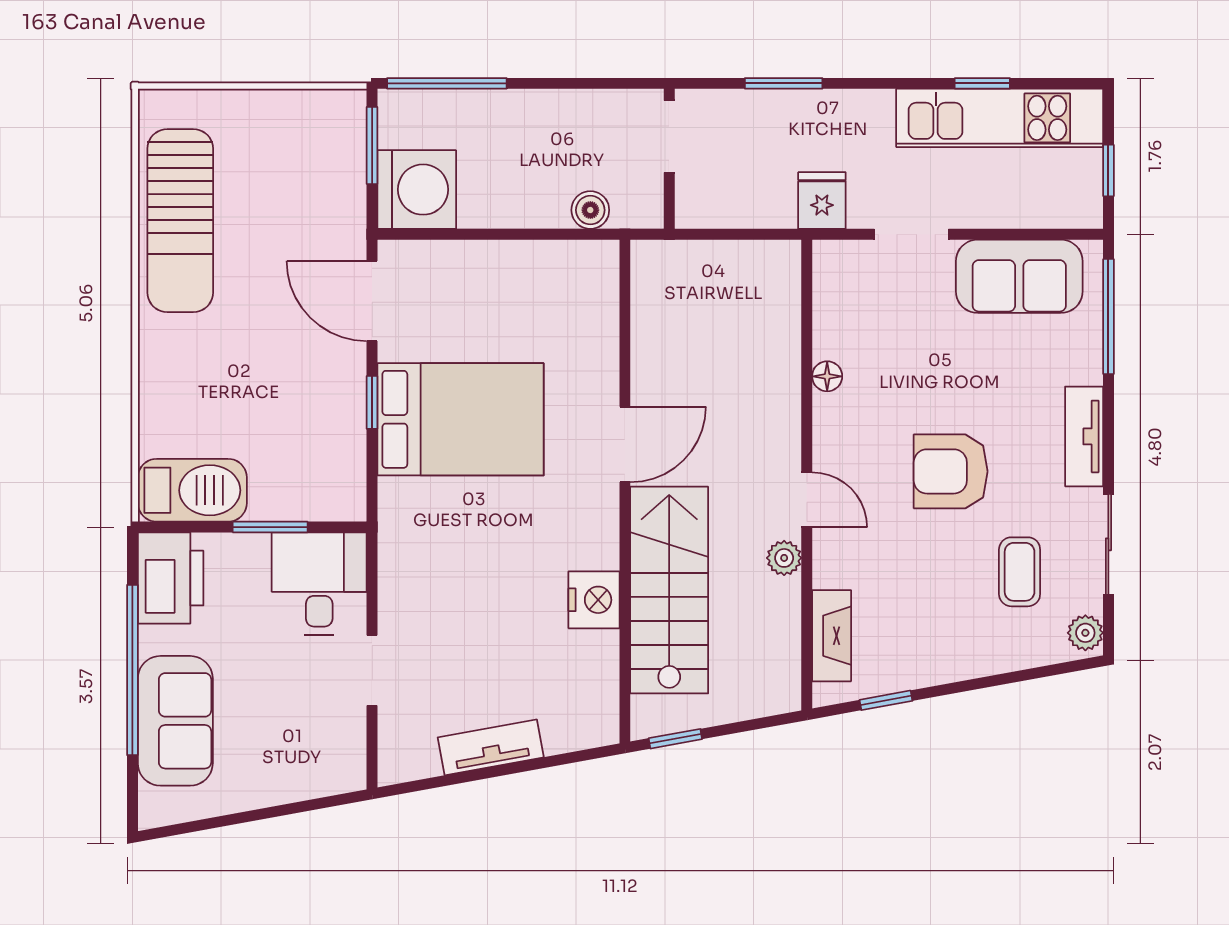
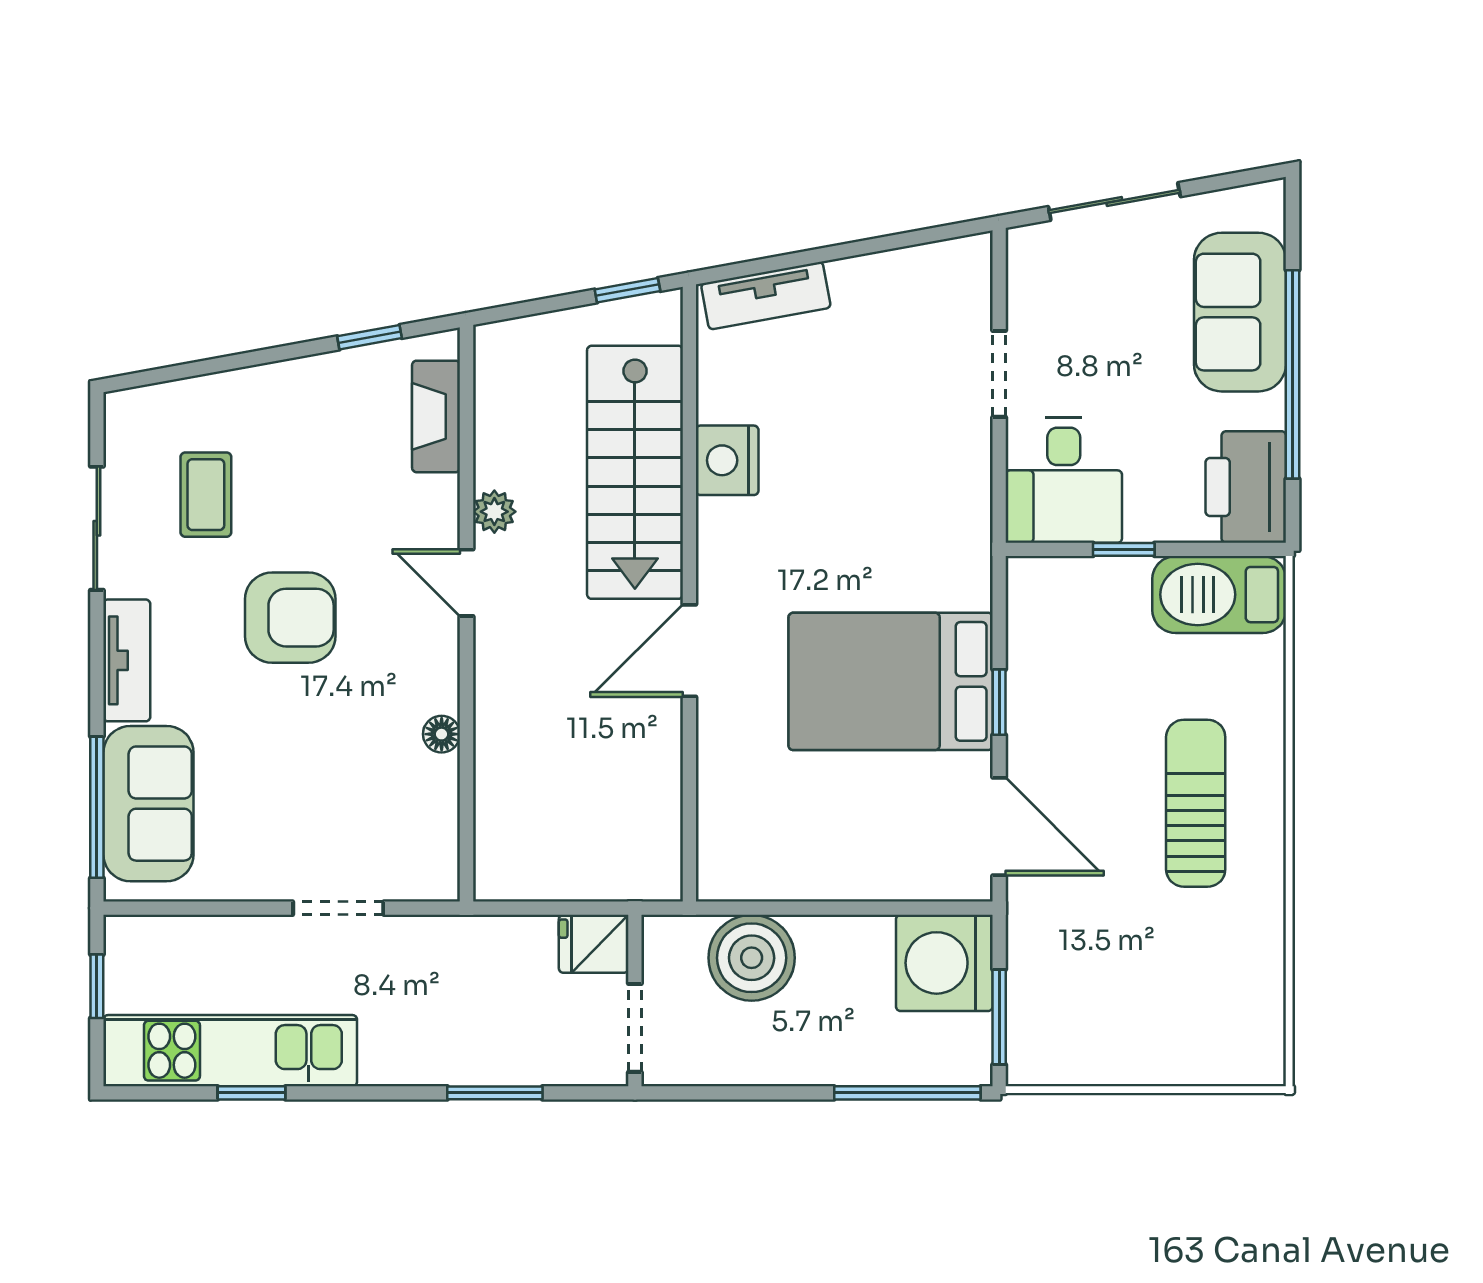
fridge: (822, 201) -> (594, 944), moved, turned 90
boiler: (590, 210) -> (752, 958), width x1.86, depth x1.86
sun lounger: (180, 221) -> (1196, 803), moved, width x0.73, depth x0.75
sofa: (1019, 276) -> (148, 804), moved, turned 90
window: (270, 527) -> (1124, 549), width x0.67
plant: (1085, 633) -> (125, 420), removed
tv unit: (491, 747) -> (766, 296), moved
sliding door: (278, 811) -> (1114, 202), added

